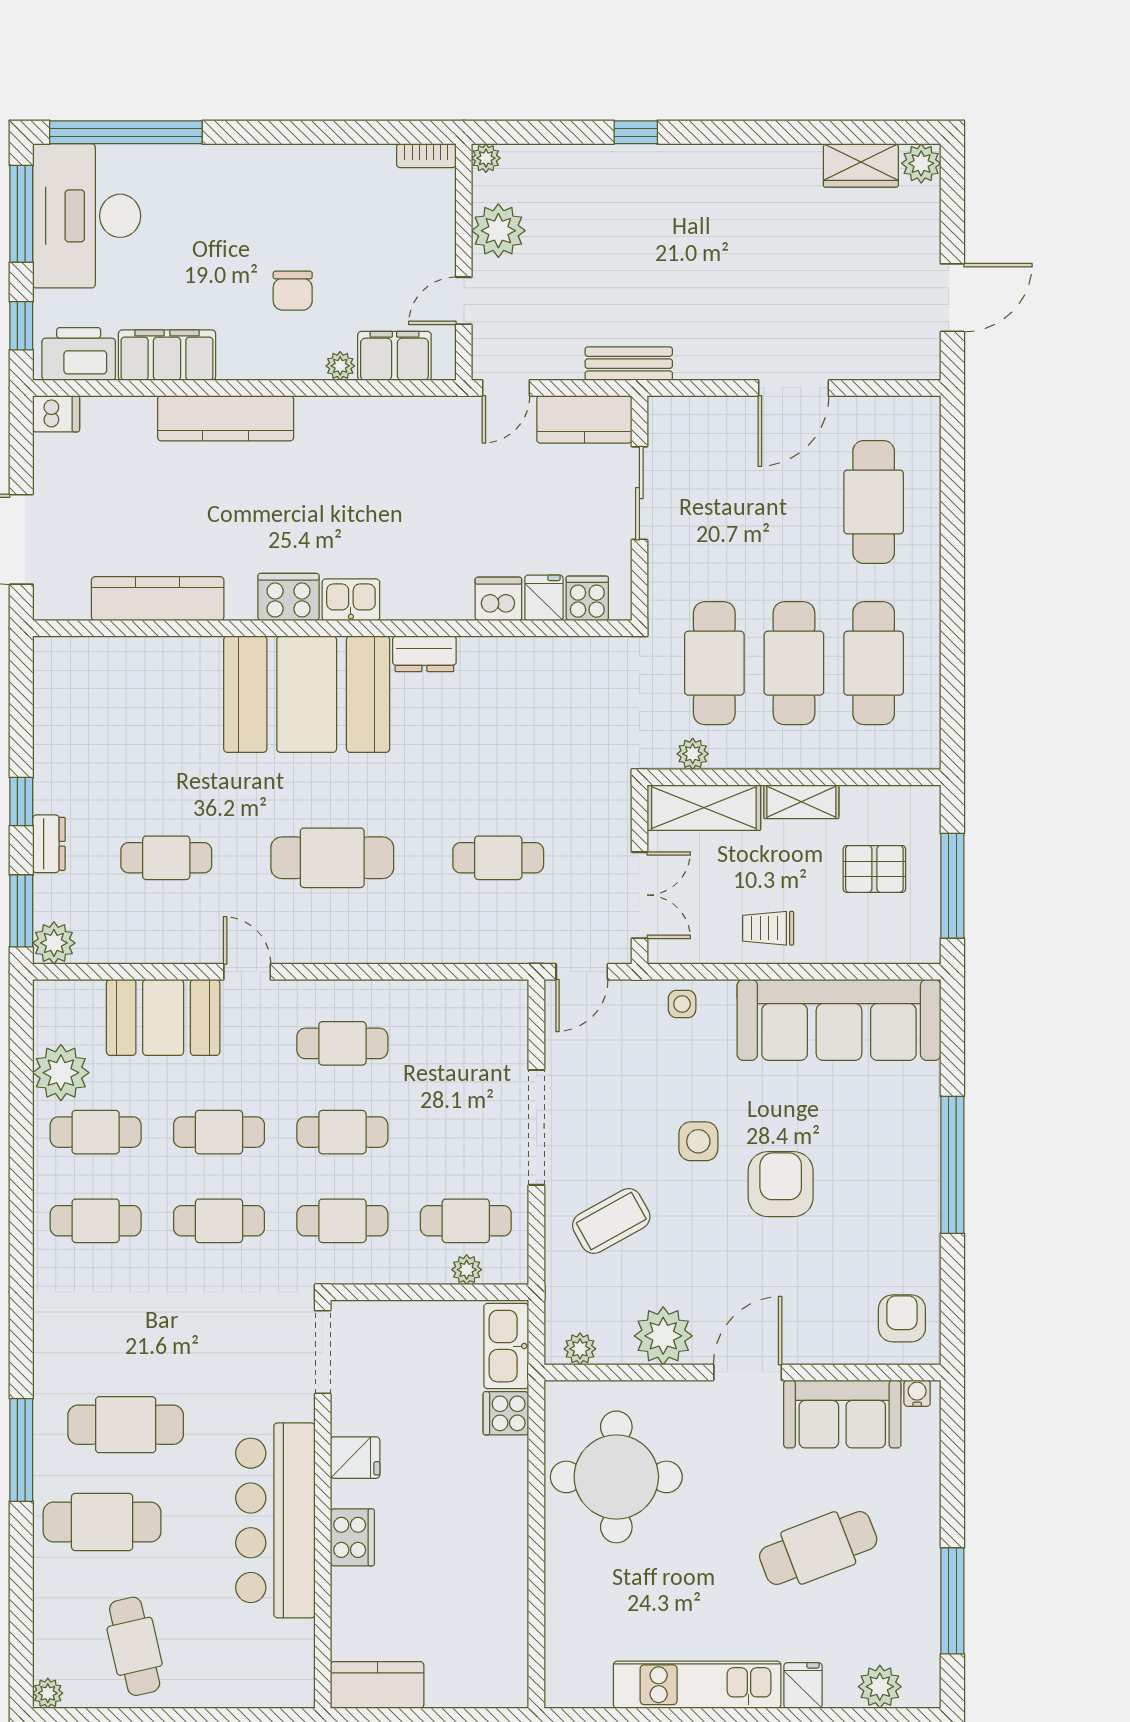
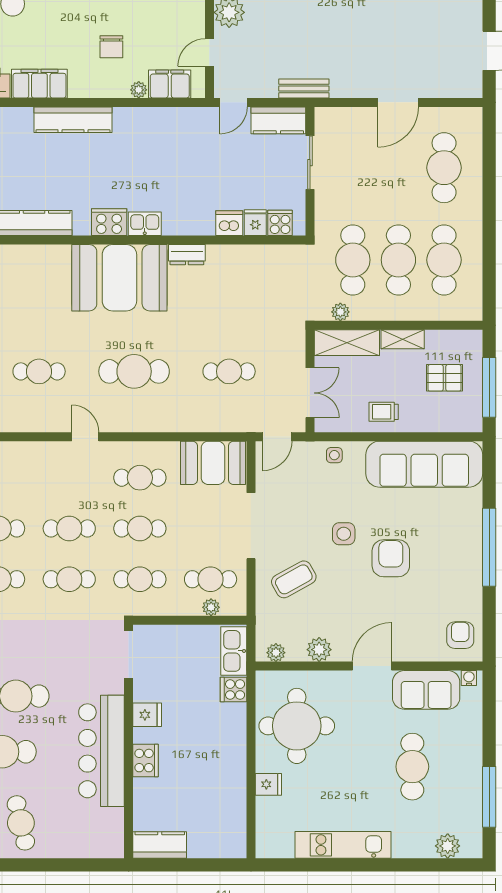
booth: (163, 1017) -> (213, 463), moved
plant: (663, 1336) -> (319, 650), width x0.73, depth x0.73
cafe table: (818, 1548) -> (412, 767), turned -69
fridge: (803, 1685) -> (268, 784), moved, turned 90

